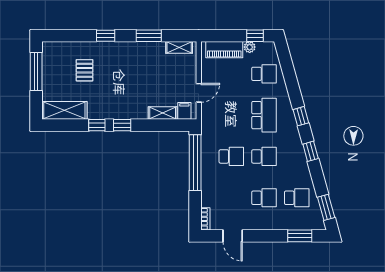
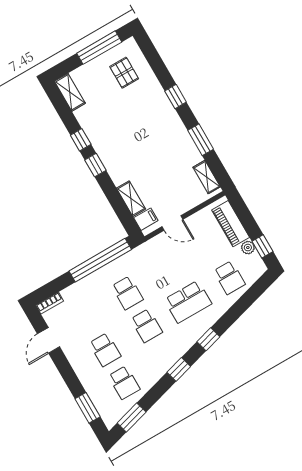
pallet: (84, 70) -> (124, 73), moved, turned 90
shelving: (64, 110) -> (70, 92), width x0.67, depth x0.75

